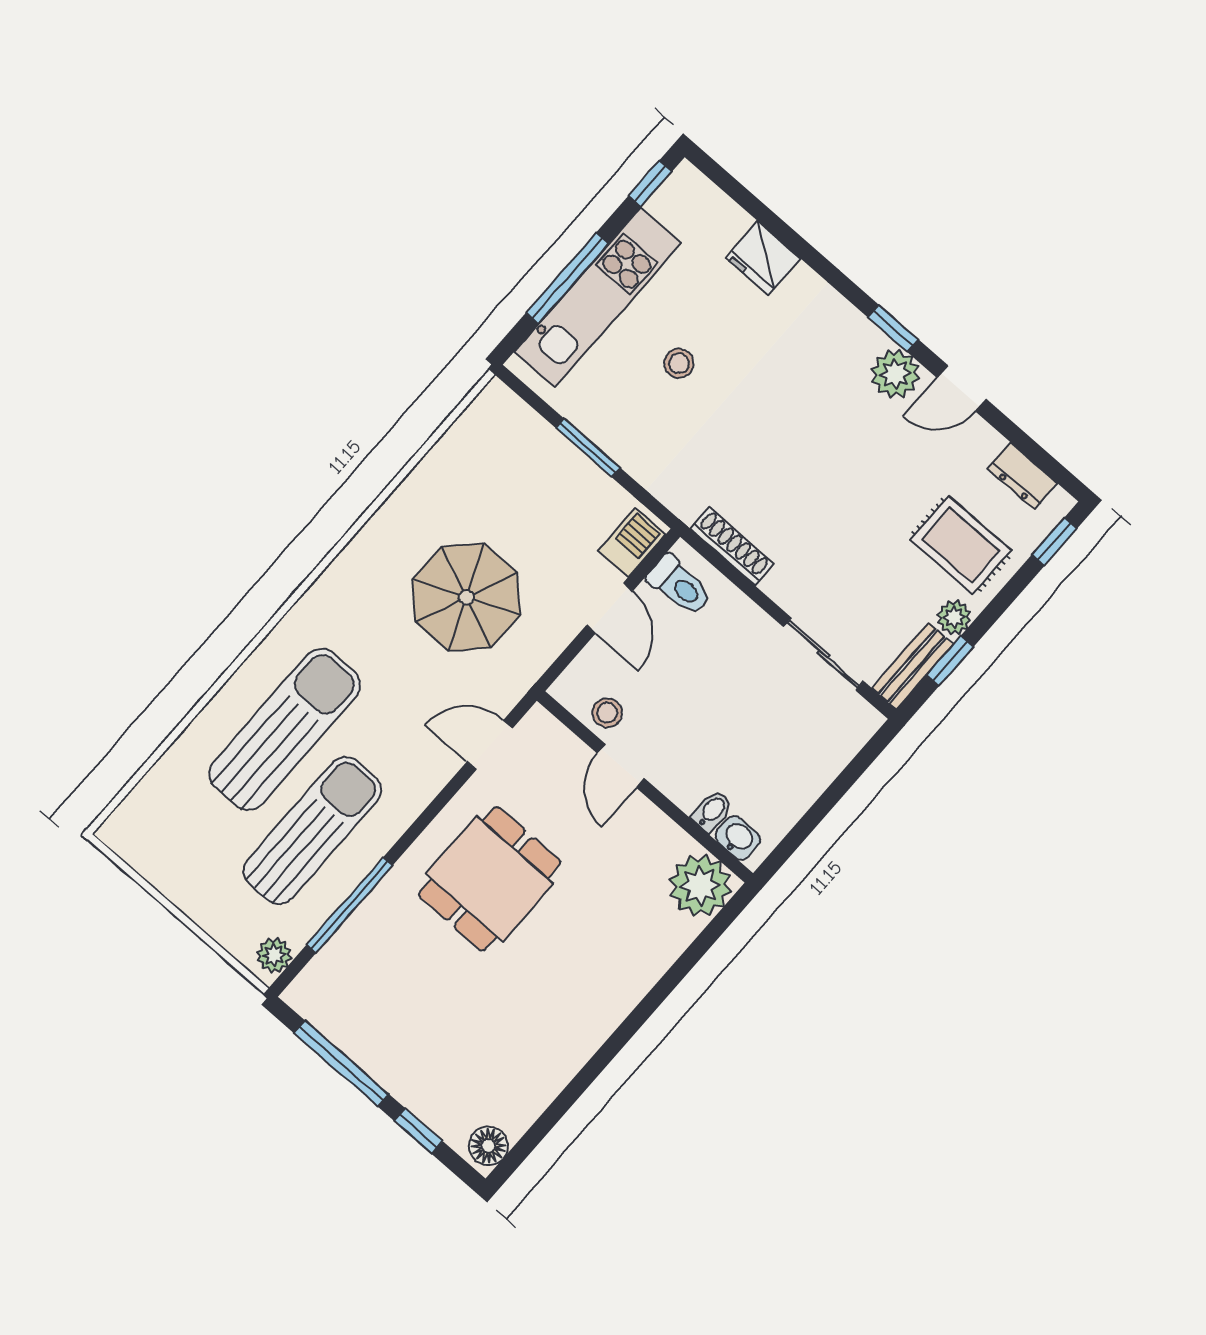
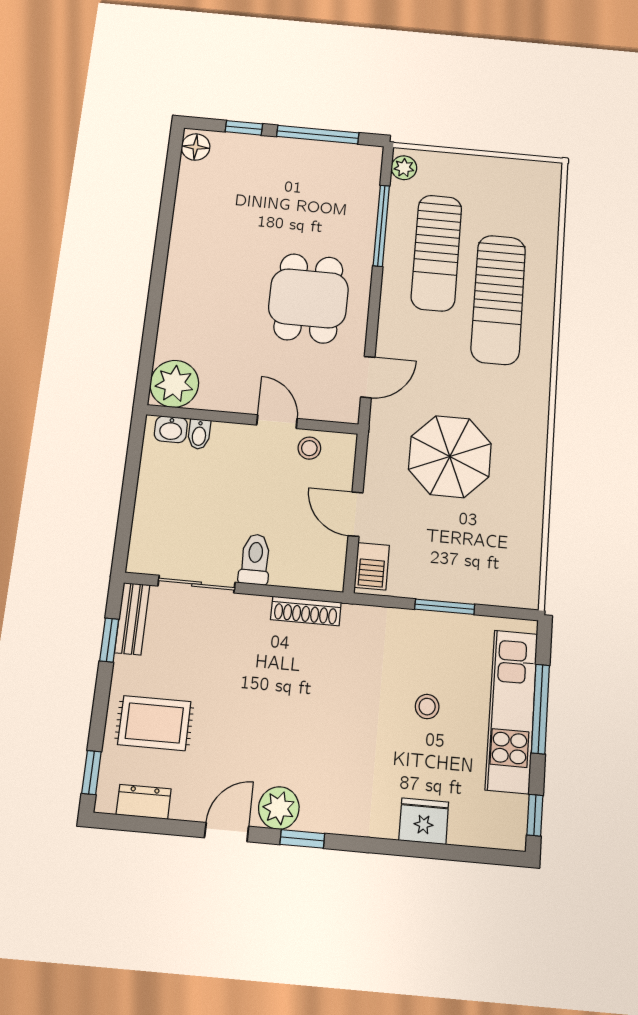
toilet: (679, 585) -> (255, 559), moved, turned 90
plant: (954, 617) -> (126, 671), removed

